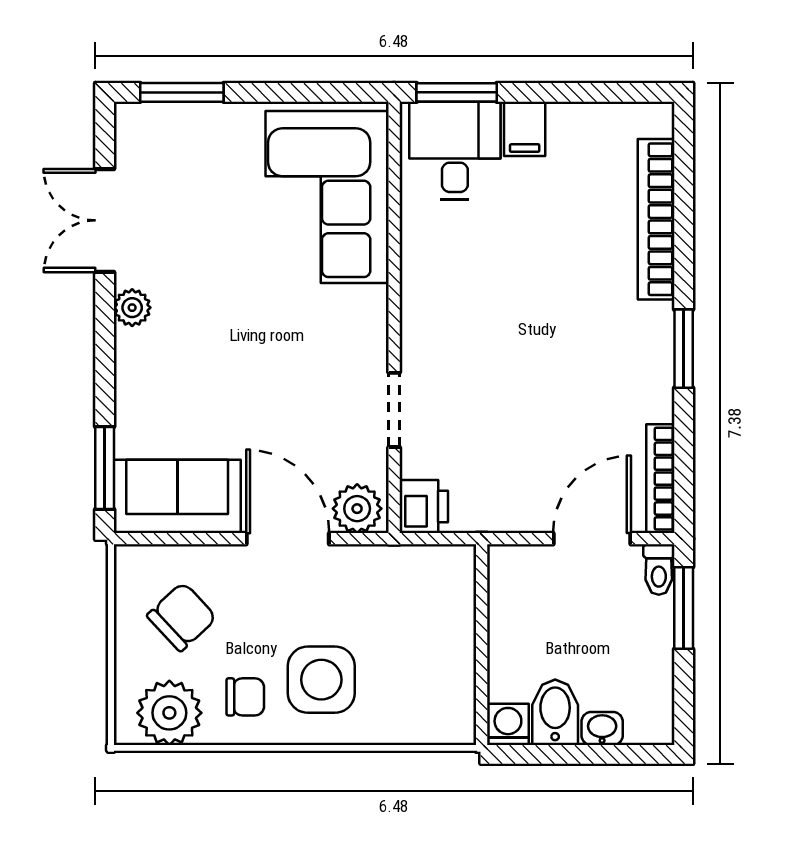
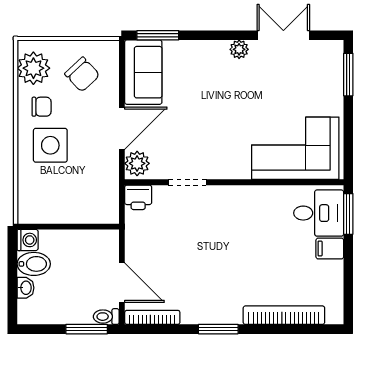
chair: (245, 697) -> (42, 107), turned -90

